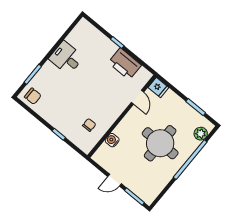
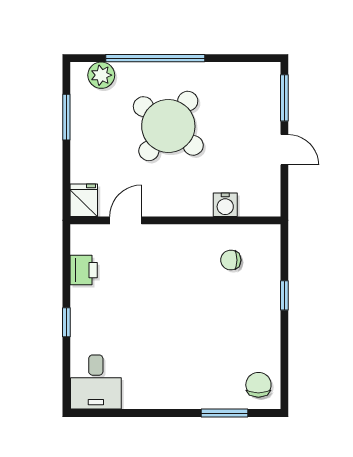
desk: (66, 58) -> (96, 382), moved
printer: (125, 64) -> (84, 270), width x0.53, depth x0.68
round table: (160, 143) -> (168, 126), turned 38

